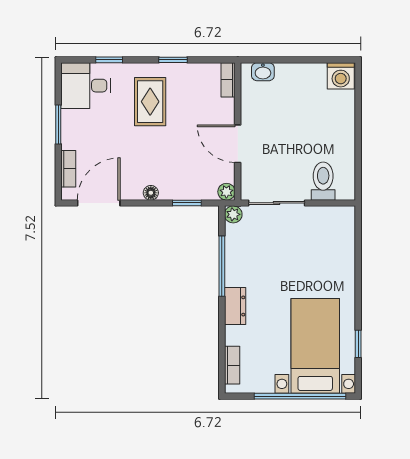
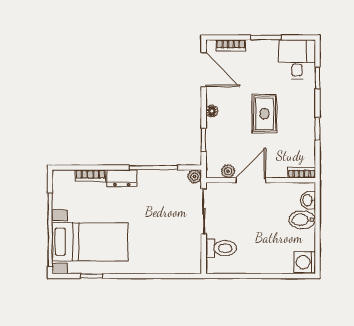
bidet: (287, 79) -> (302, 220), added
rug: (150, 102) -> (264, 114), moved, turned 90
plant: (226, 192) -> (228, 171), moved
bookcase: (232, 365) -> (90, 176), moved

